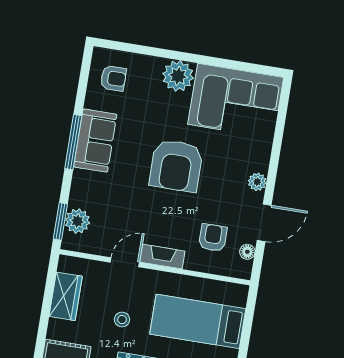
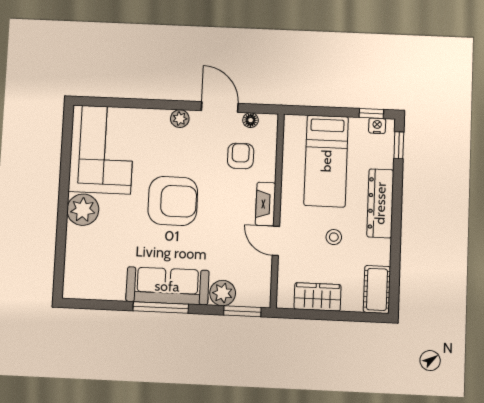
armchair: (113, 78) -> (92, 274), removed
sofa: (95, 141) -> (167, 286), width x1.36
plant: (77, 221) -> (223, 293), moved
armchair: (213, 238) -> (241, 156), turned 90

